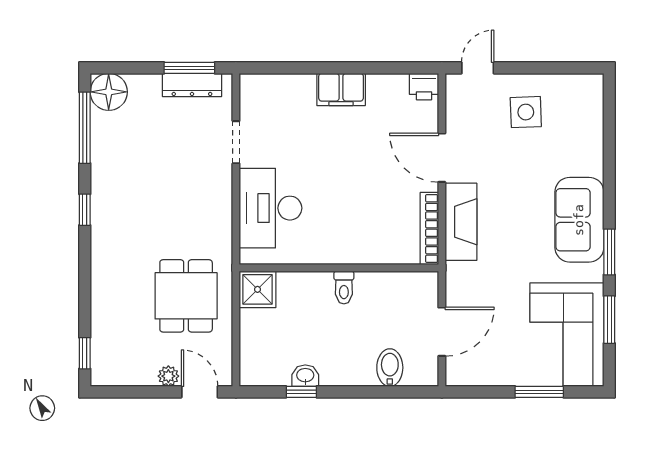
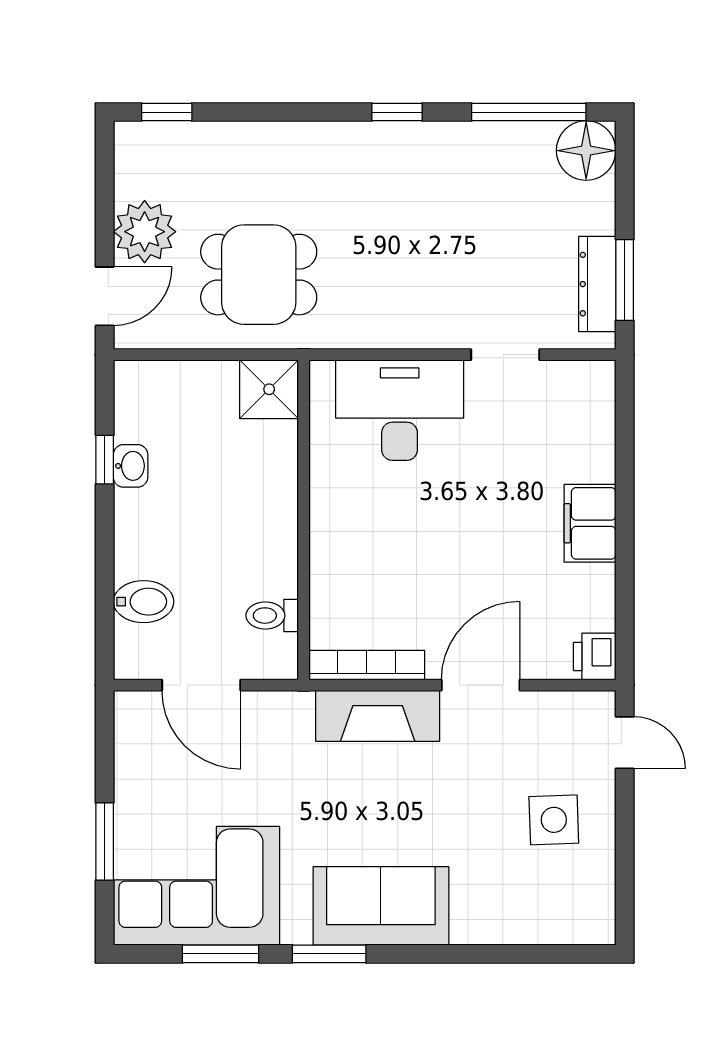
toilet: (344, 287) -> (272, 616), moved
plant: (168, 376) -> (145, 232), width x1.88, depth x1.88

